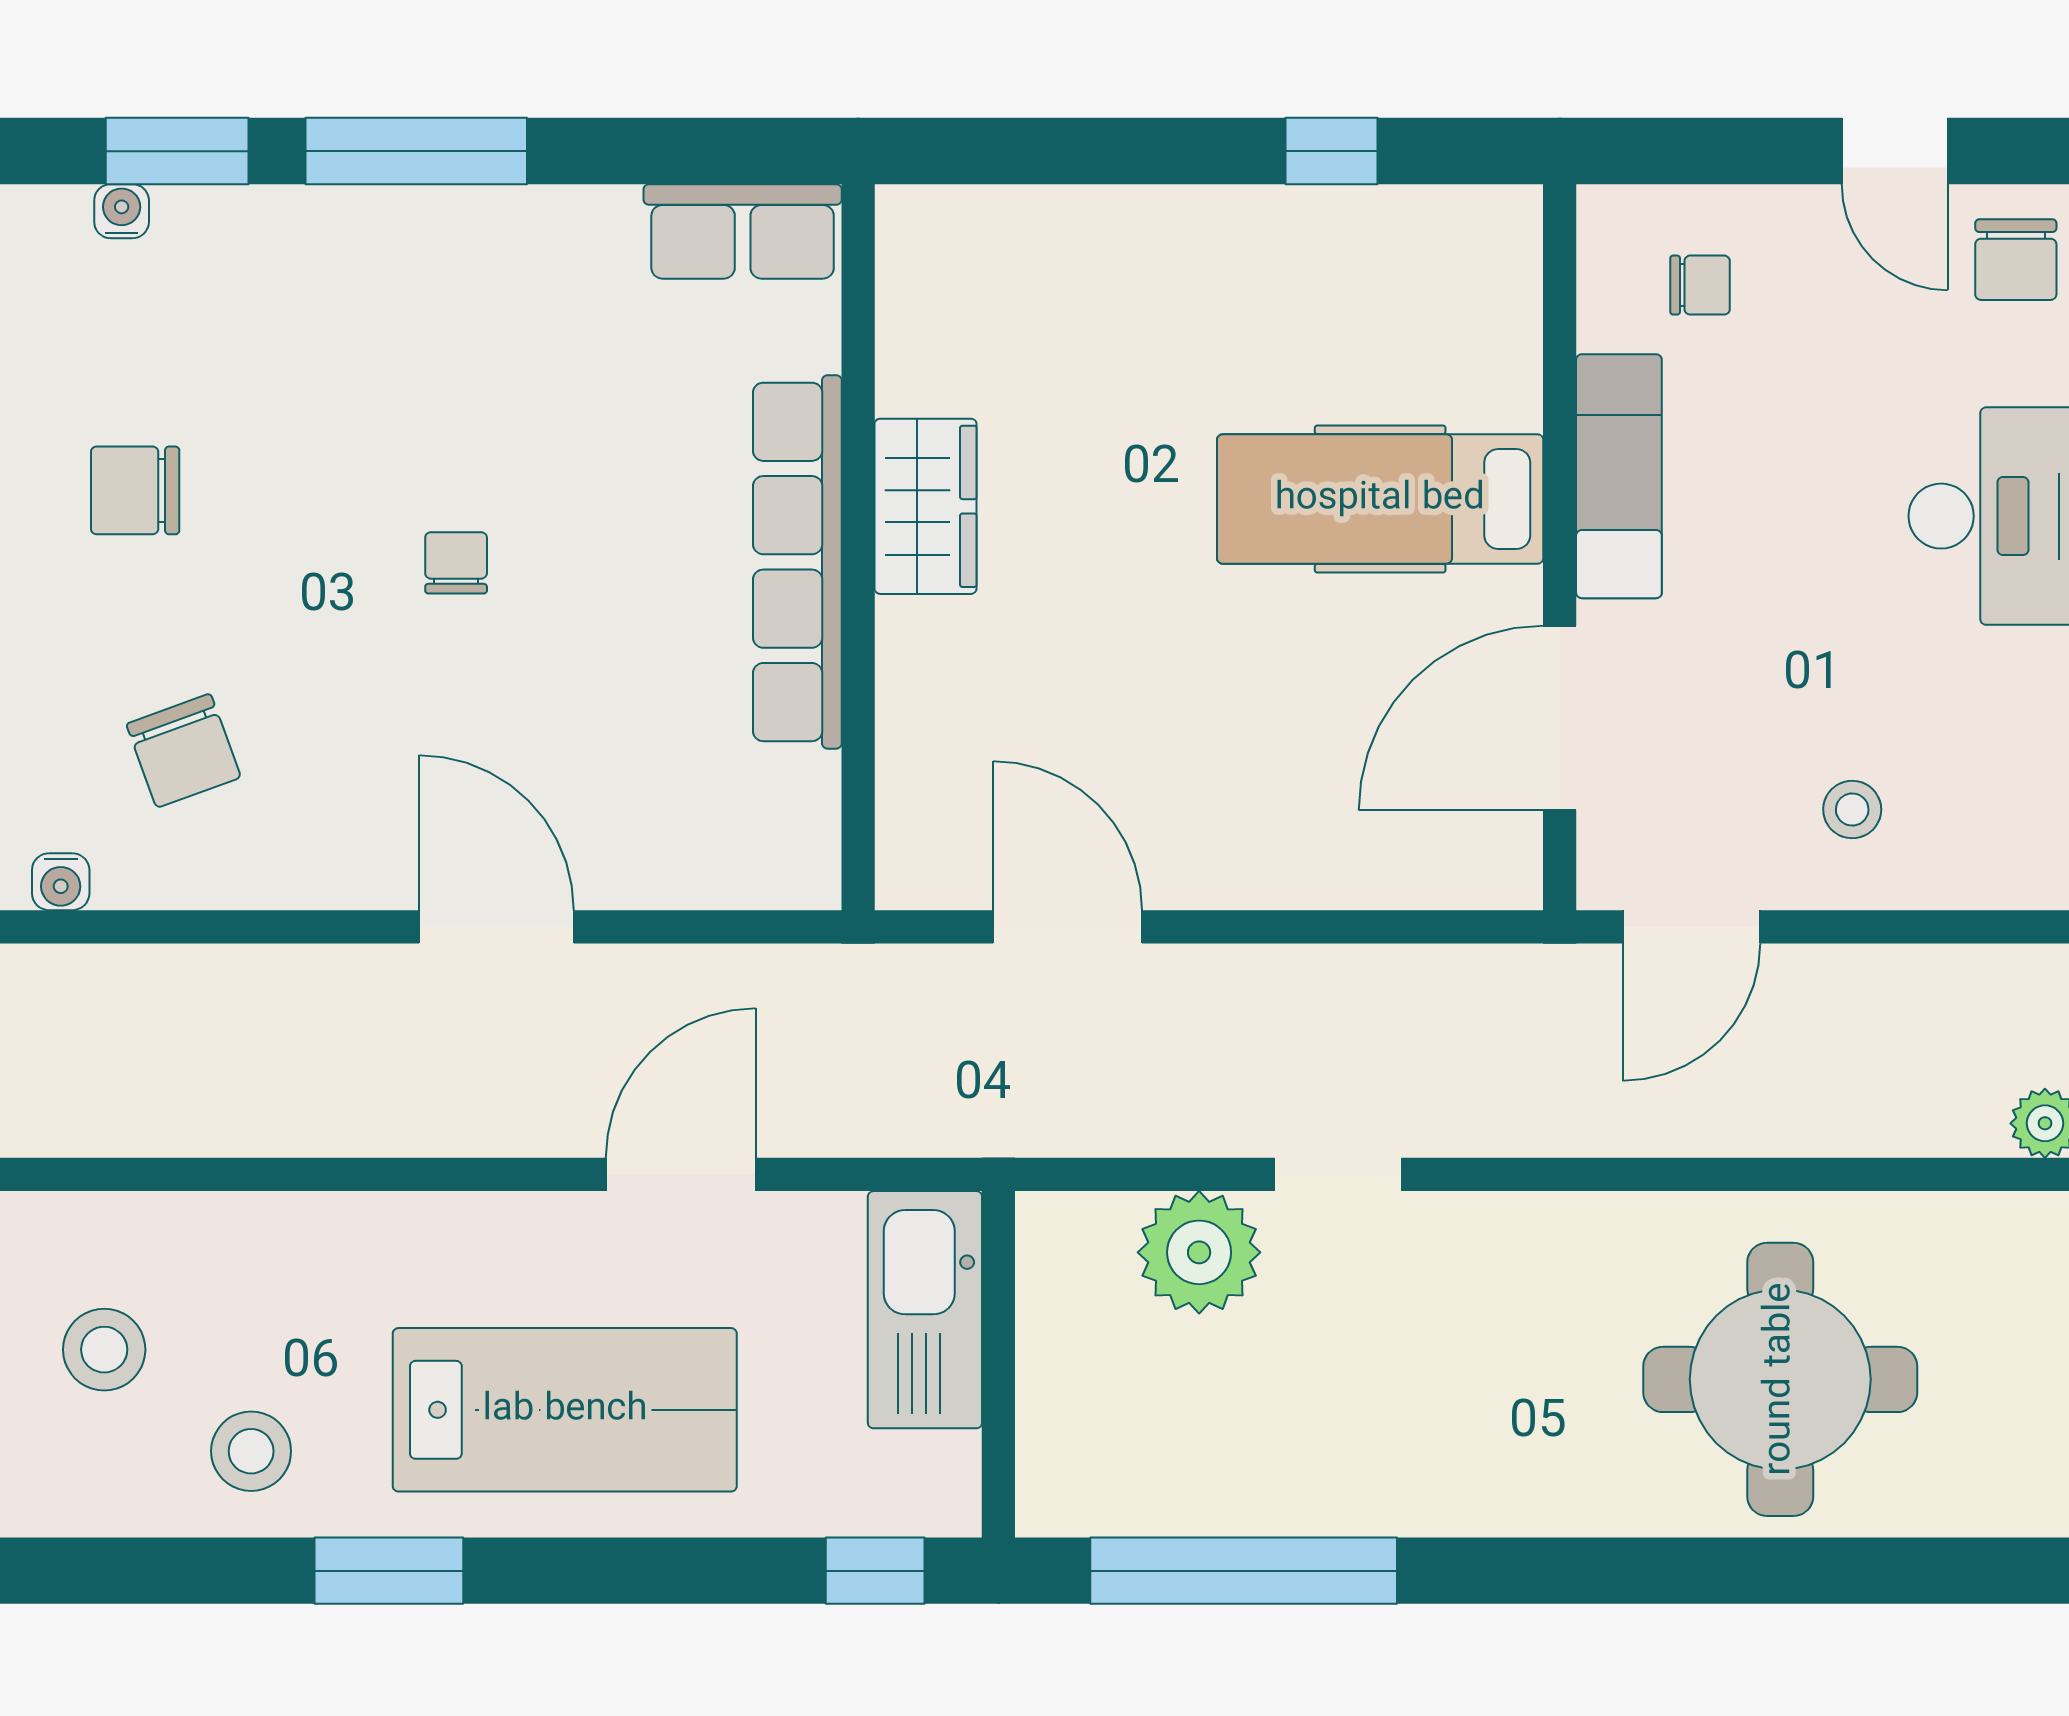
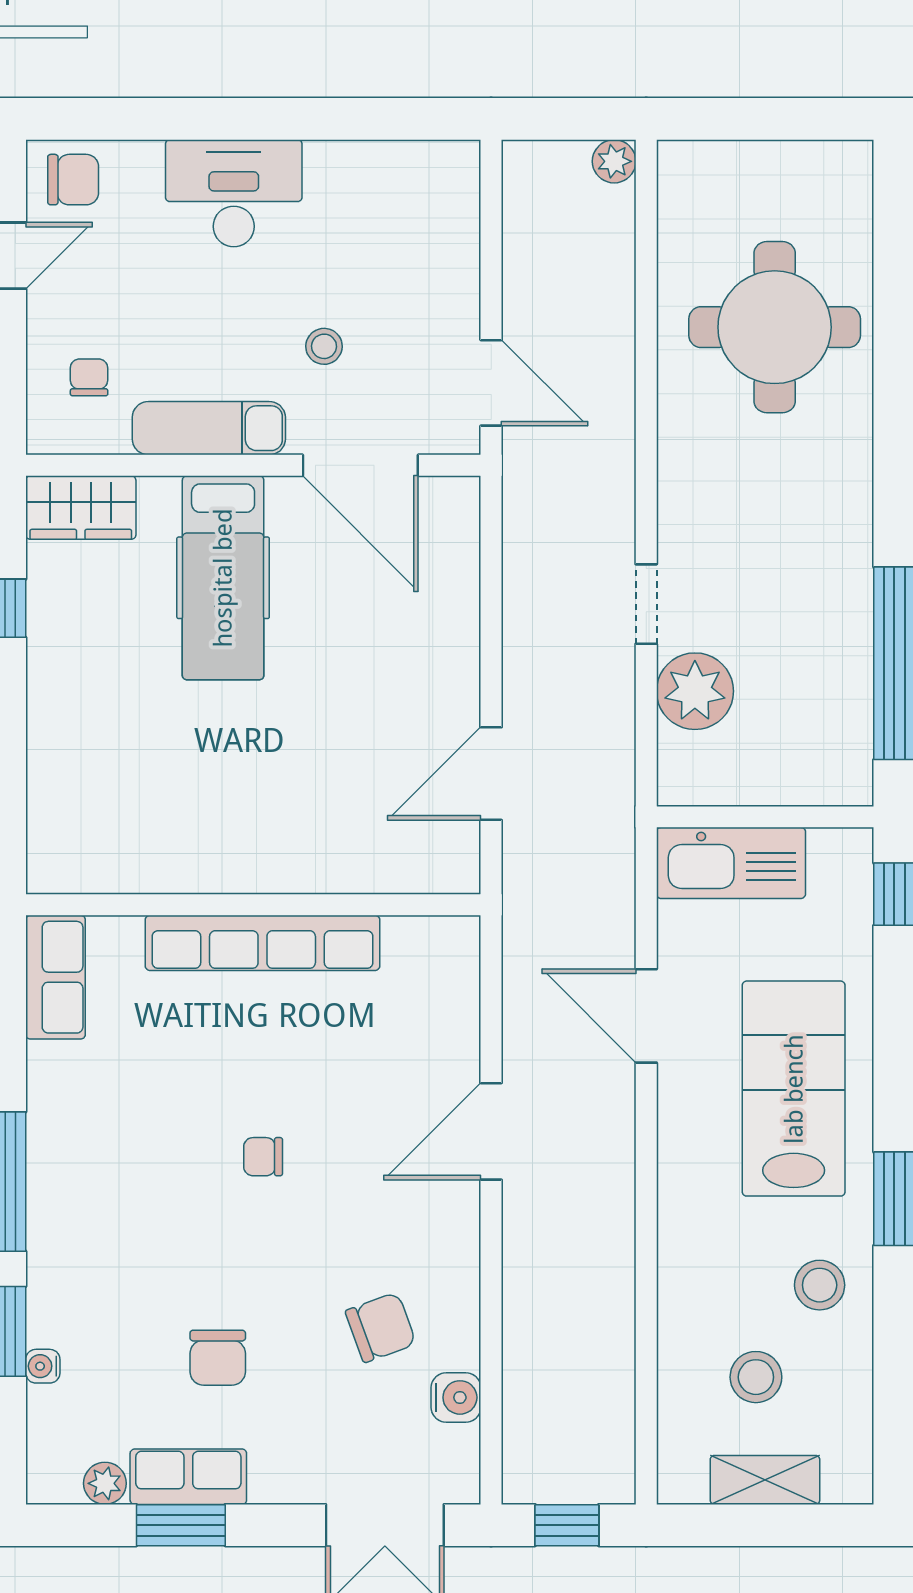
wardrobe: (926, 506) -> (81, 508), moved, turned 180
stool: (1852, 810) -> (324, 346), moved
water cooler: (61, 882) -> (456, 1397), width x1.38, depth x1.38

